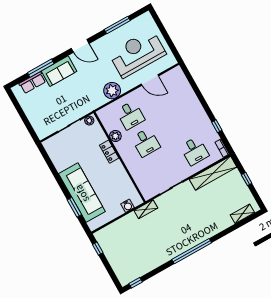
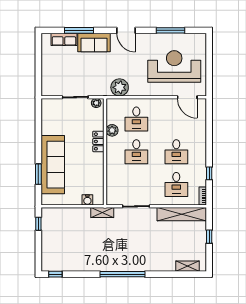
door: (150, 80) -> (187, 97), moved
plant: (112, 91) -> (120, 87), moved
desk: (179, 124) -> (176, 152), added

